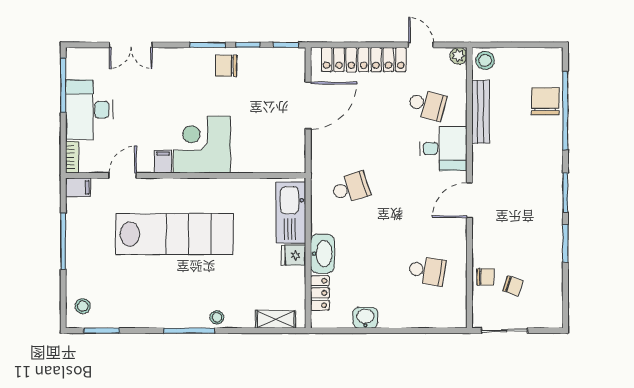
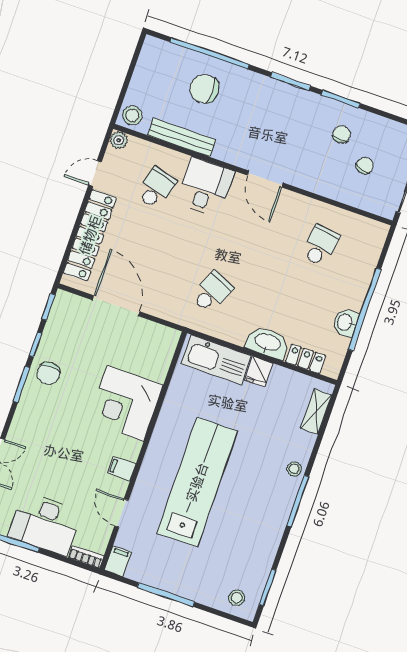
chair: (545, 101) -> (204, 89), moved
corner desk: (202, 145) -> (125, 403), moved
school desk: (351, 188) -> (212, 292), turned 42
chair: (485, 277) -> (342, 134), moved
window: (383, 331) -> (364, 309), added

